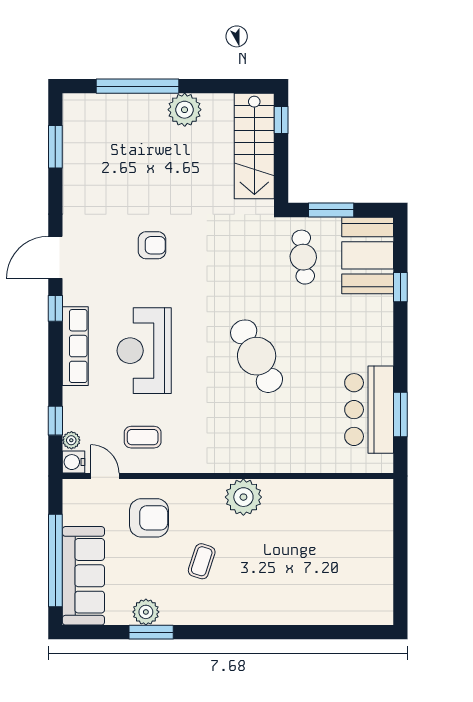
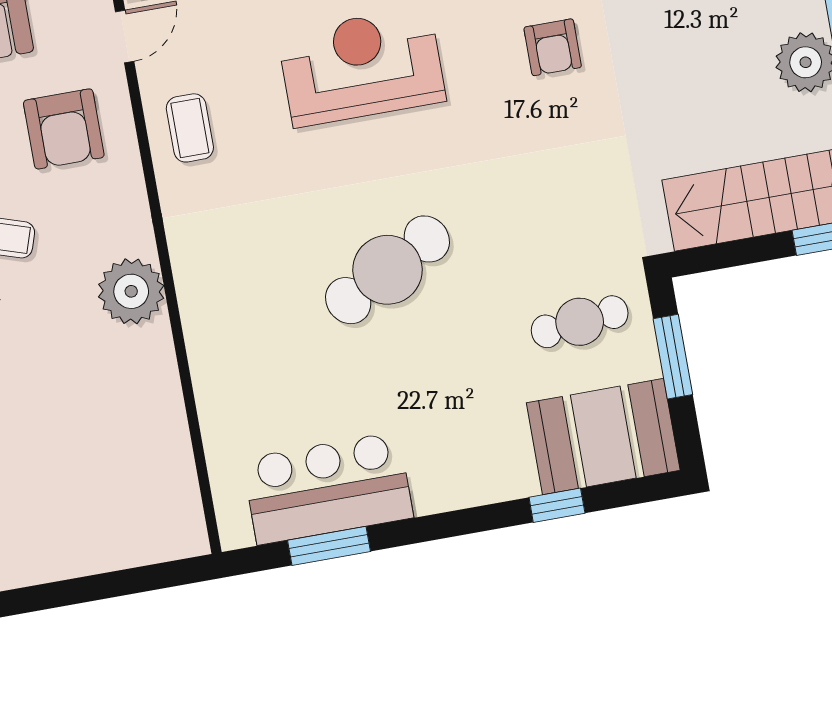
coffee table: (143, 437) -> (190, 128), moved

